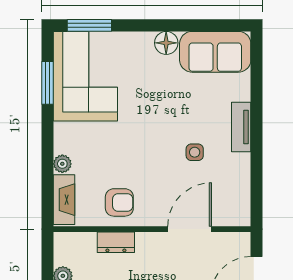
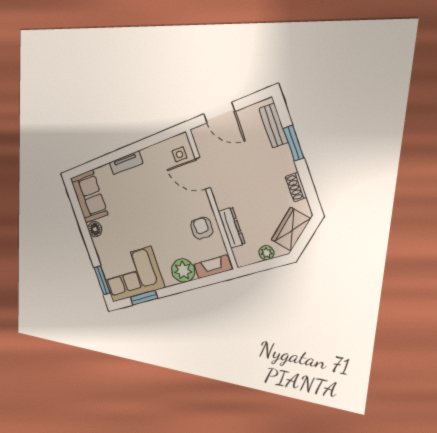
side table: (195, 152) -> (180, 154), moved
plant: (62, 164) -> (183, 271), width x1.87, depth x1.87
dresser: (116, 242) -> (232, 228), width x1.44

